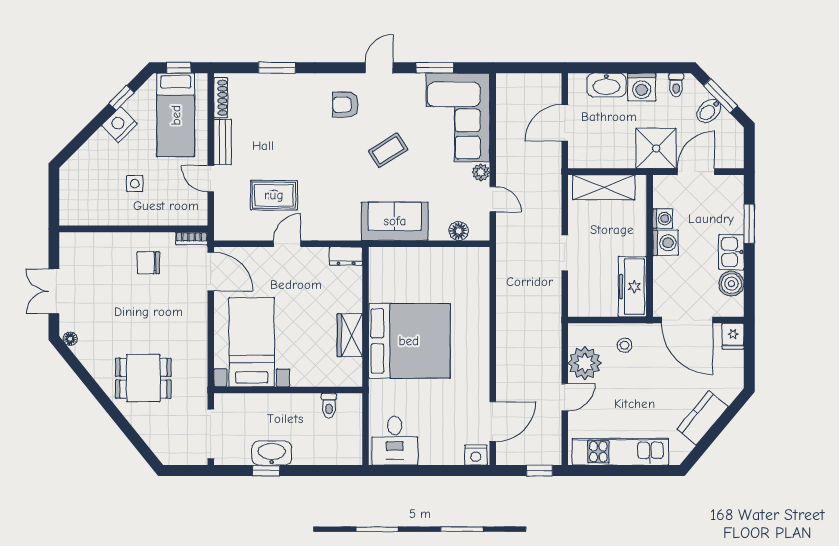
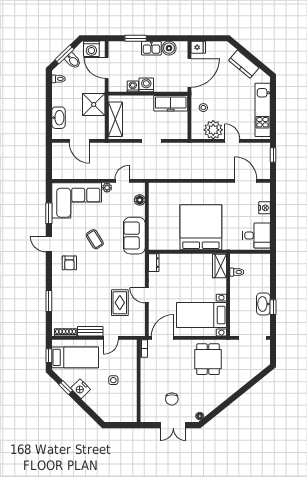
washing machine: (642, 87) -> (91, 49), moved, turned 90
shower: (656, 148) -> (94, 104), moved
chair: (148, 263) -> (172, 399), moved
wardrobe: (350, 335) -> (219, 266), moved, turned 90
dining table: (143, 378) -> (208, 359), moved
nightstand: (476, 455) -> (264, 208), moved

